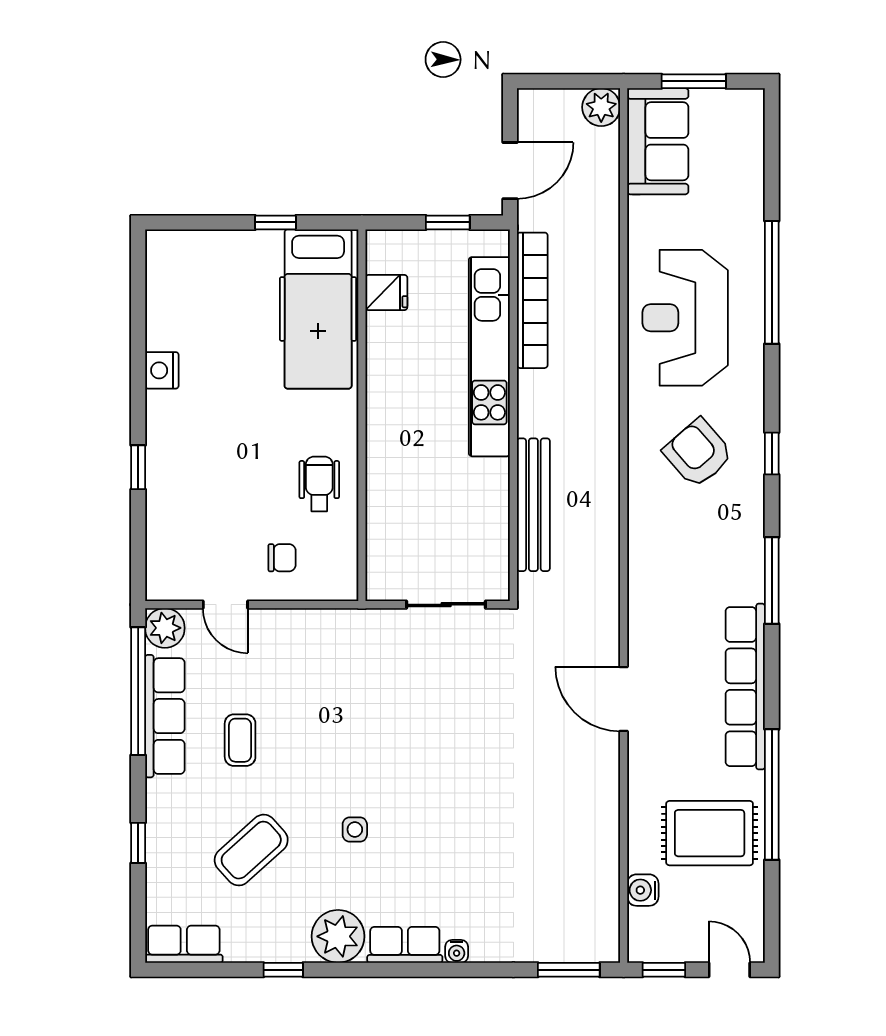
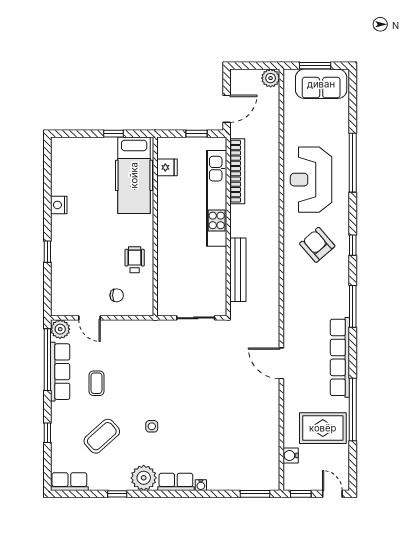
sofa: (658, 141) -> (321, 84), moved, turned 90

